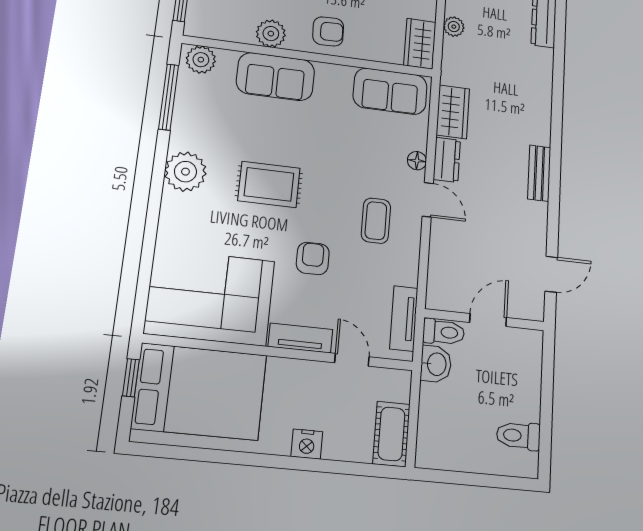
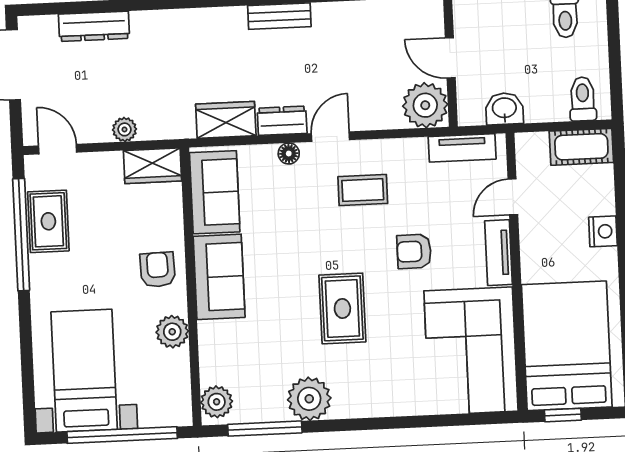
sofa: (275, 77) -> (219, 277), moved
plant: (185, 172) -> (309, 399), moved
plant: (447, 290) -> (425, 105), added
toilet: (444, 332) -> (583, 99), moved

